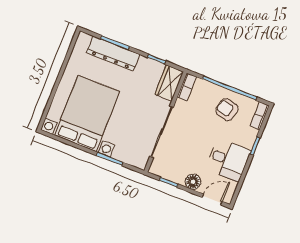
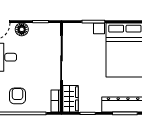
armchair: (227, 110) -> (17, 96), turned -104

